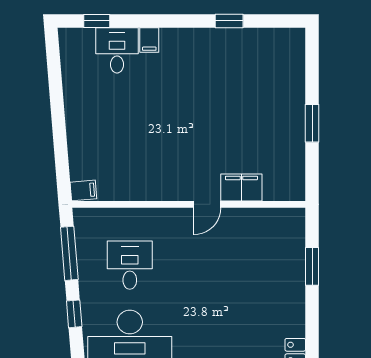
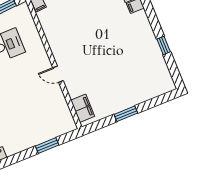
filing cabinet: (241, 187) -> (83, 108), moved

